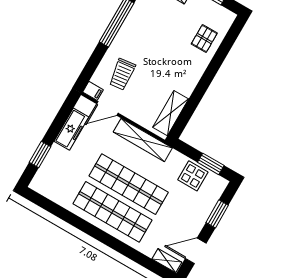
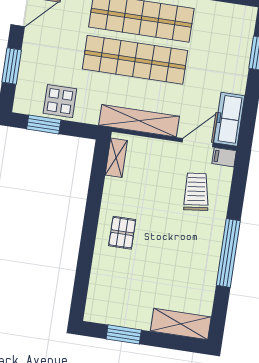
pallet: (204, 39) -> (122, 233), moved
shelving: (171, 113) -> (116, 158), width x0.67, depth x0.75
freezer: (71, 129) -> (229, 119), moved

